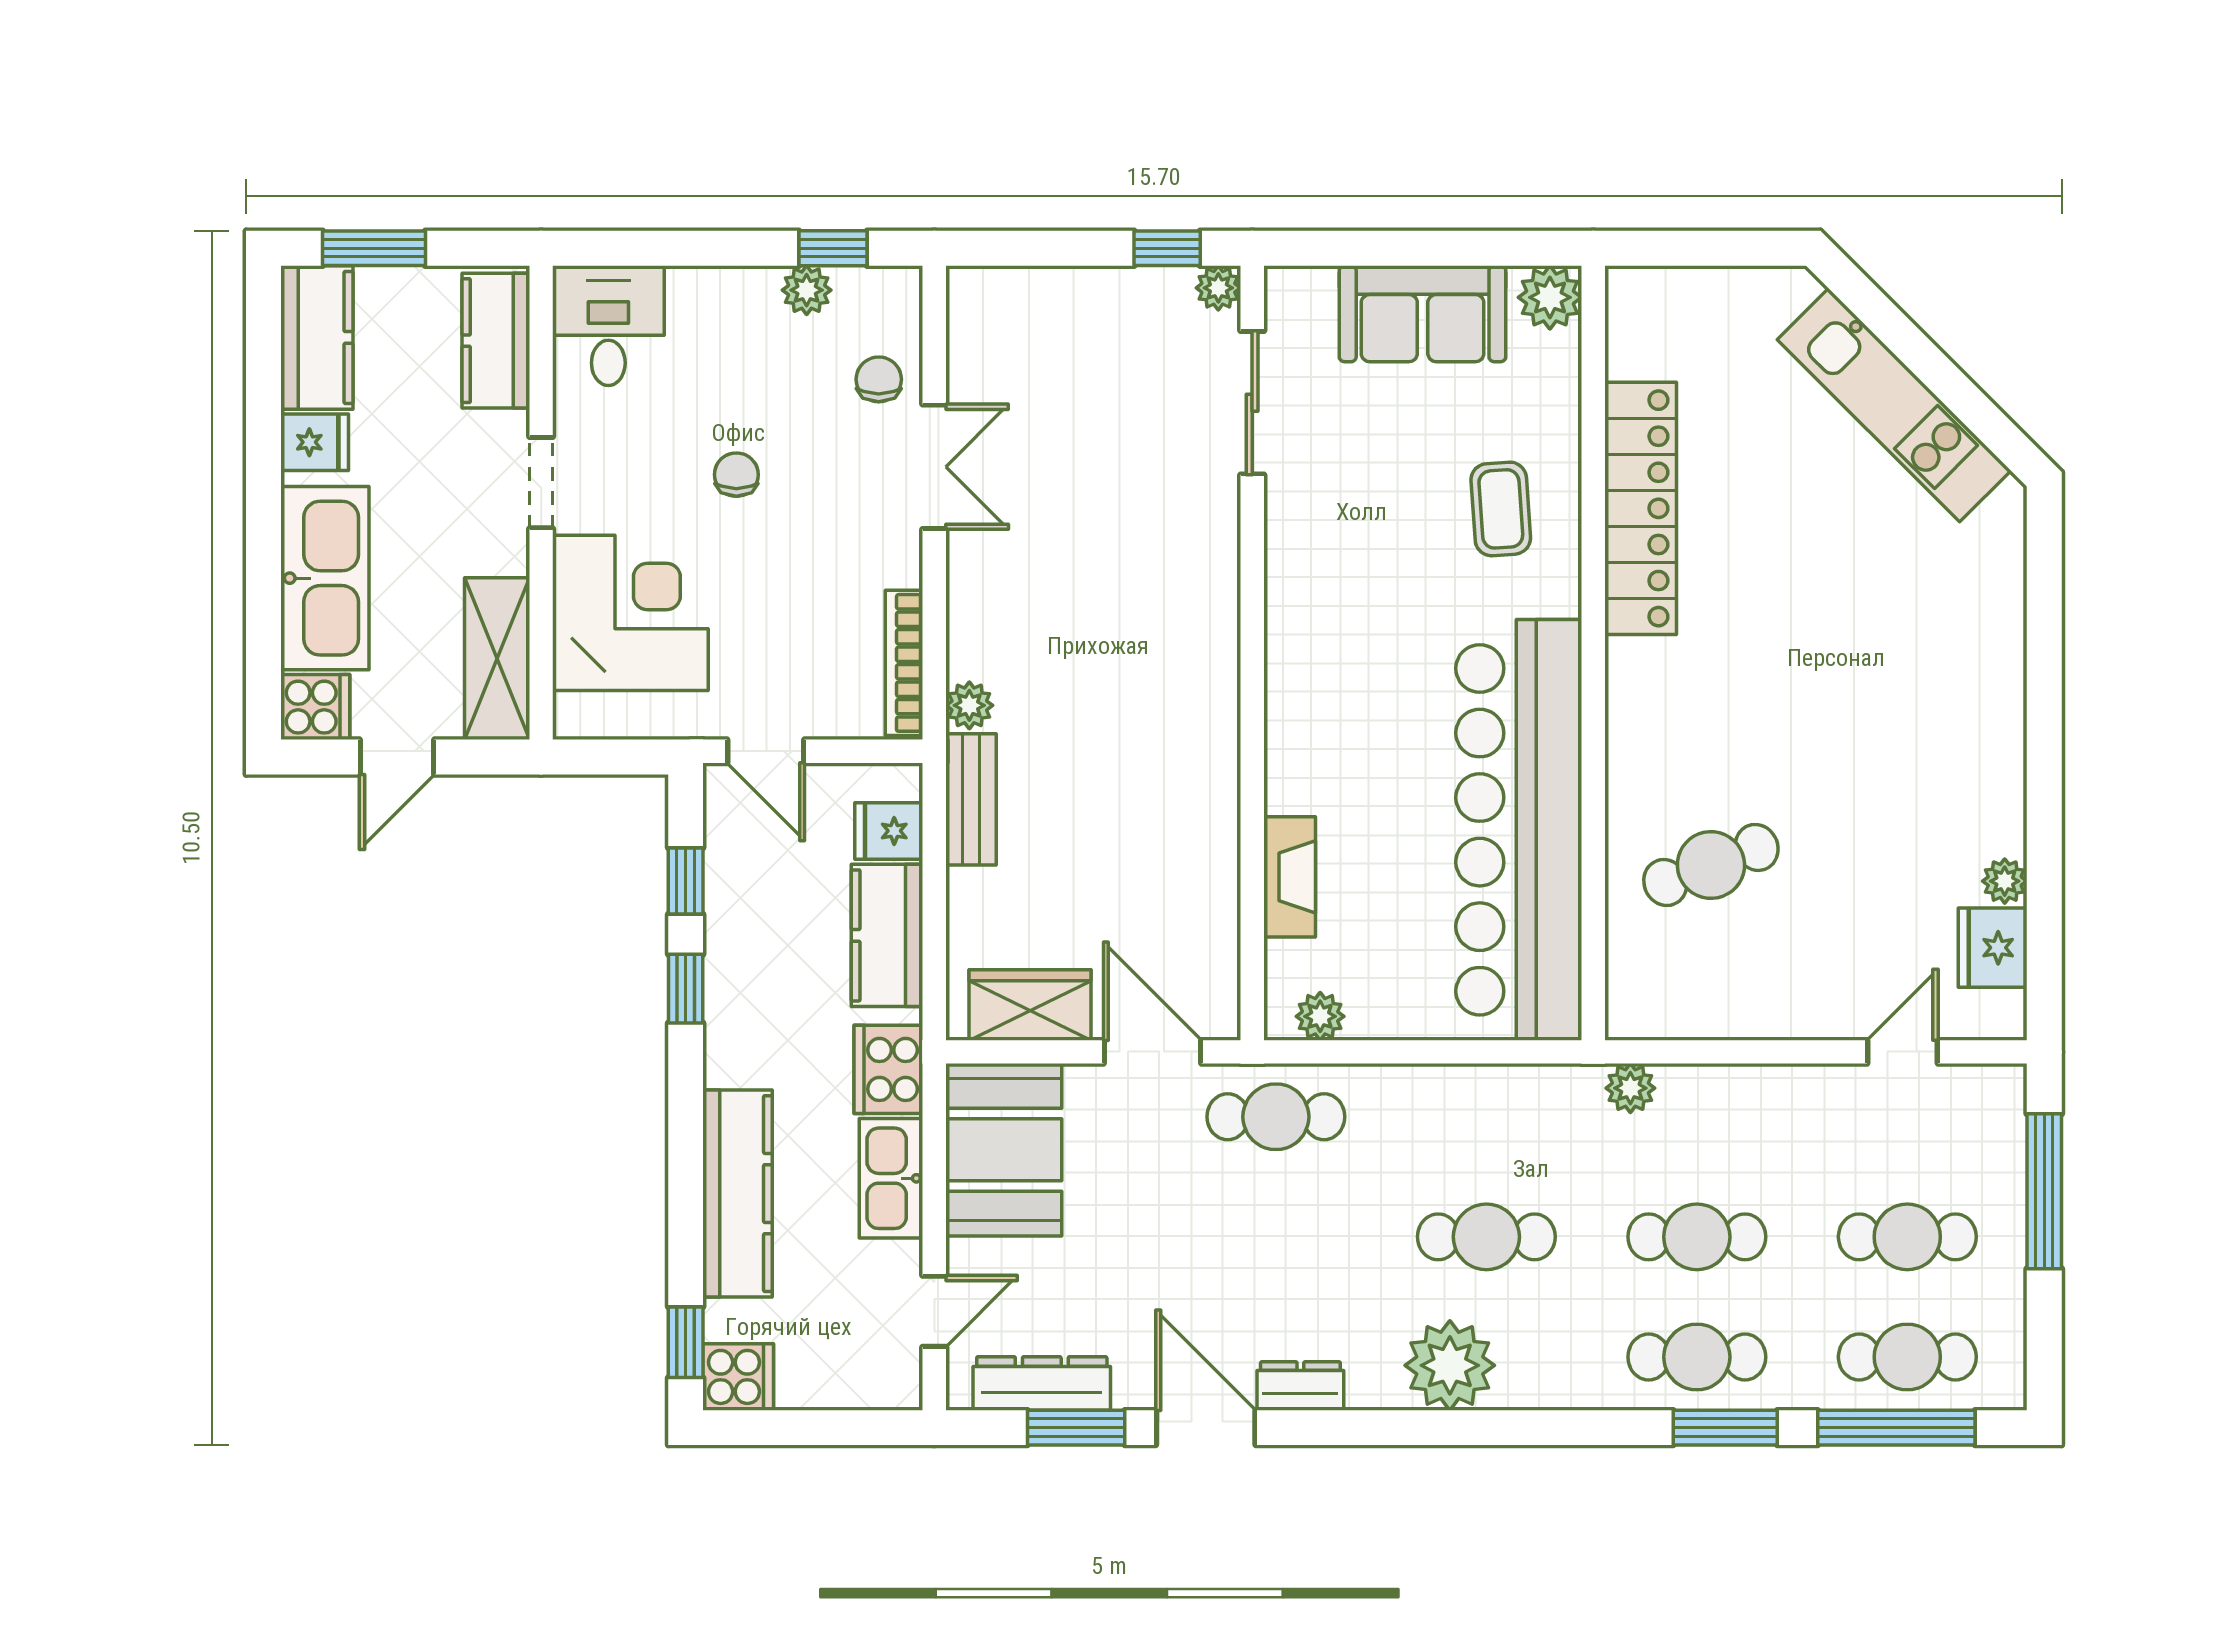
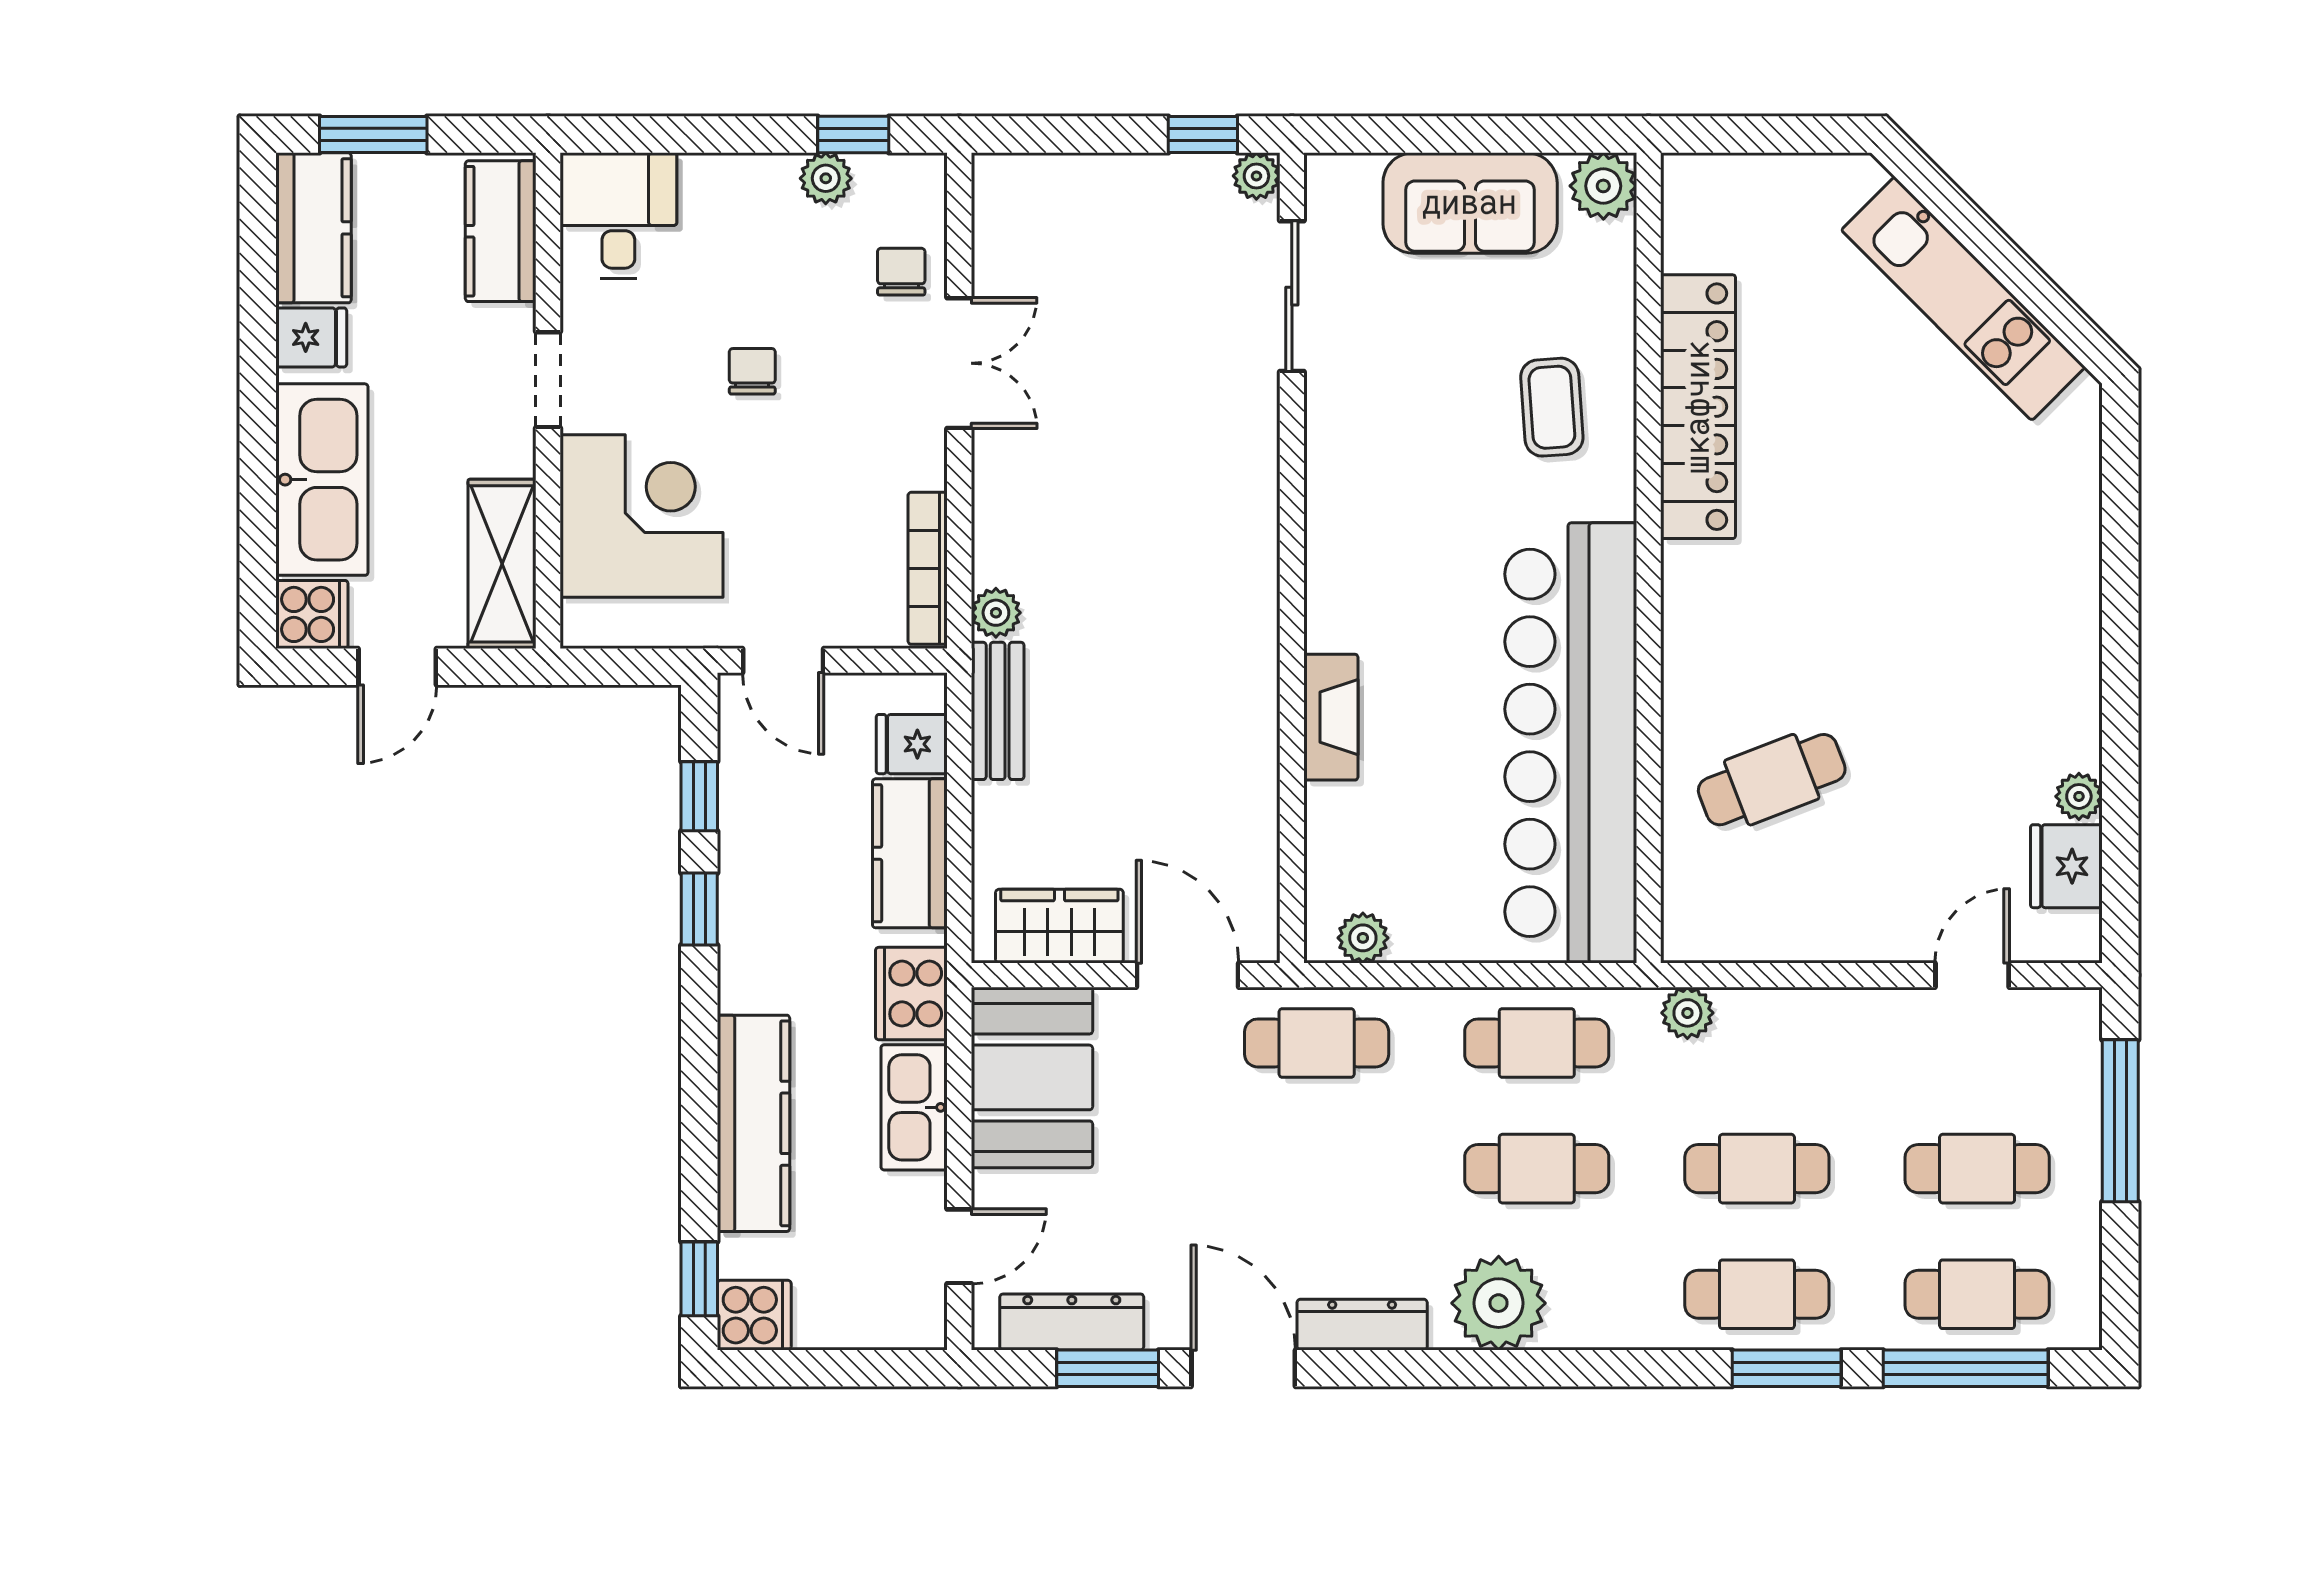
fireplace: (1290, 877) -> (1331, 717), moved
cafe table: (1486, 1117) -> (1537, 1043), added
dresser: (1300, 1386) -> (1362, 1325), width x1.44

